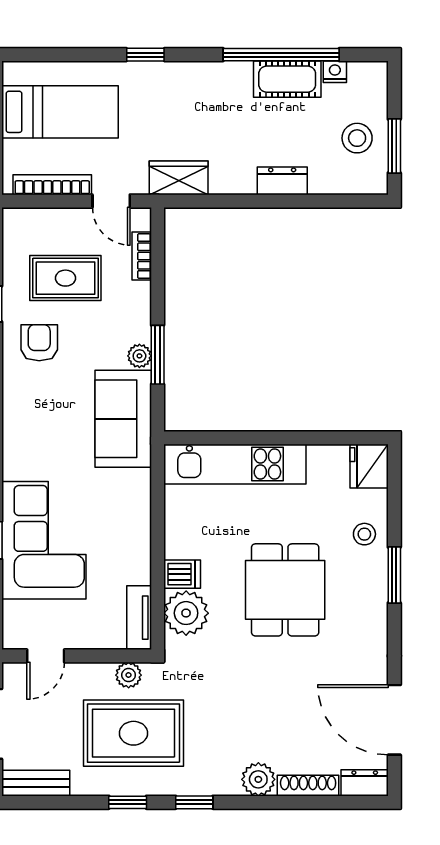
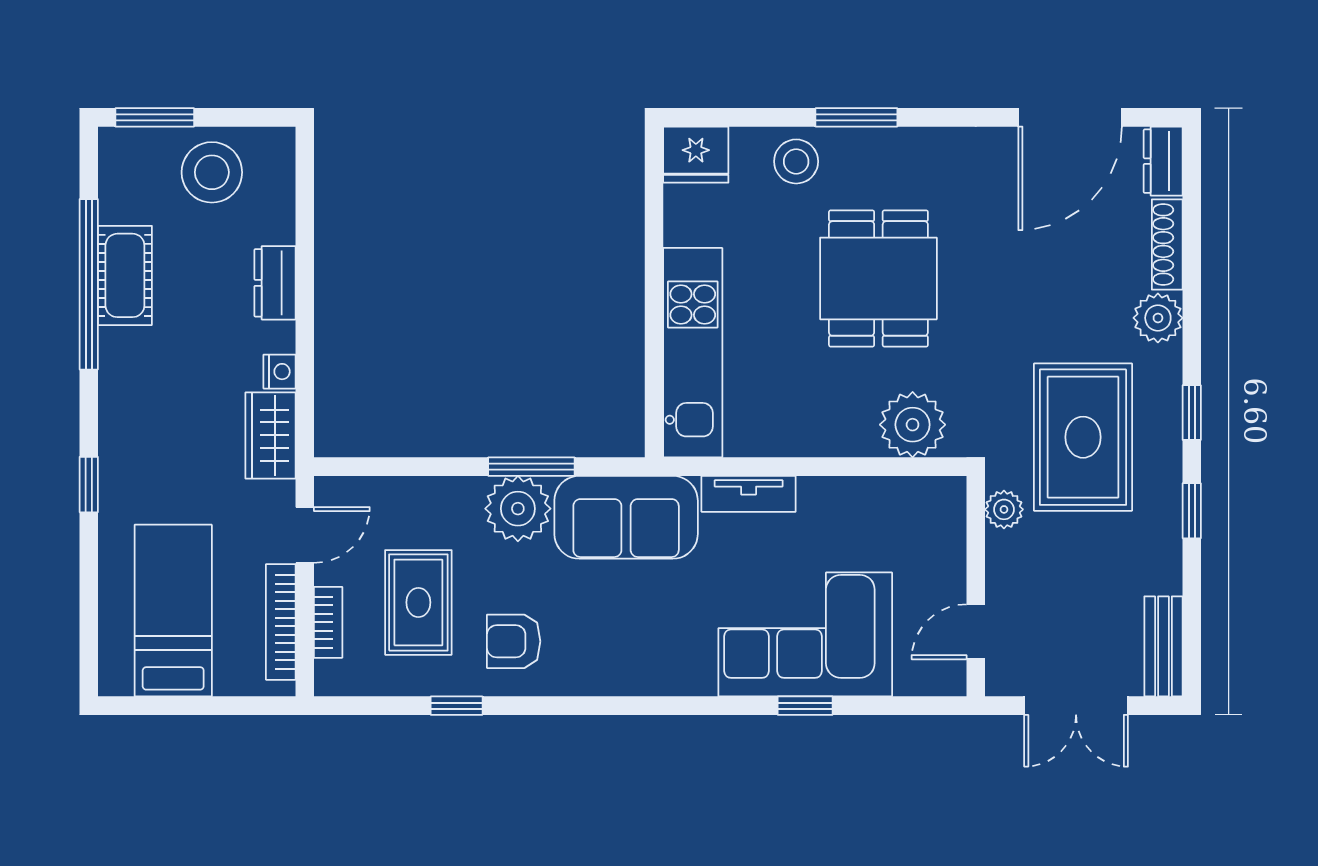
nightstand: (335, 72) -> (279, 372), moved, turned 180
stool: (357, 138) -> (212, 172), width x1.38, depth x1.38
window: (394, 146) -> (155, 117), moved
bookcase: (142, 256) -> (328, 622), moved, turned -90
plant: (139, 356) -> (518, 509), width x1.88, depth x1.88
stool: (364, 534) -> (796, 161), width x1.37, depth x1.37
dishwasher: (182, 574) -> (855, 431), removed
dining table: (285, 590) -> (878, 278), turned 90
tv unit: (139, 618) -> (749, 494), moved
door: (46, 656) -> (976, 632), swing flipped
rug: (133, 733) -> (1083, 437), moved

